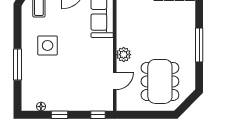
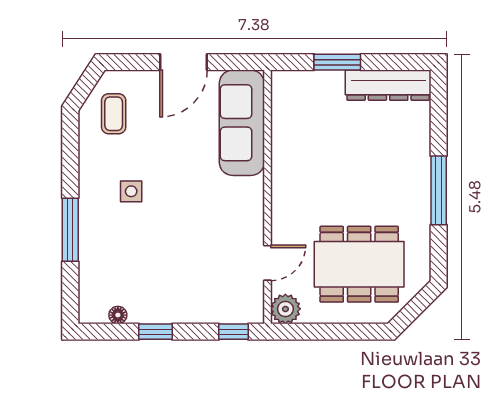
side table: (48, 45) -> (131, 191), width x0.54, depth x0.54
plant: (124, 55) -> (285, 309), moved
dining table: (160, 81) -> (359, 264), turned 90

